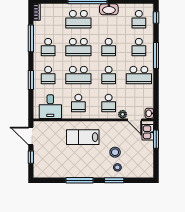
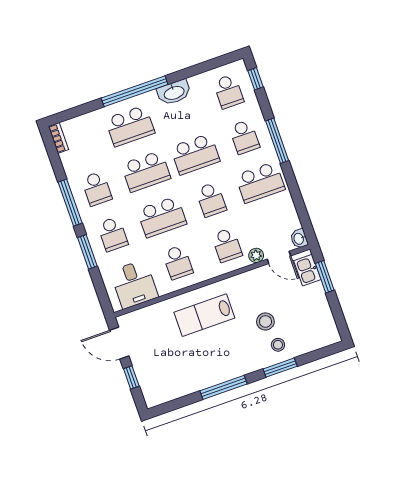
window: (31, 38) -> (70, 203), moved
school desk: (109, 47) -> (195, 154), width x1.85

